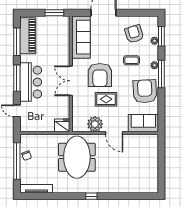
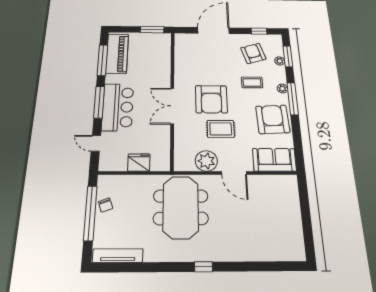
window: (140, 13) -> (259, 31), added
sofa: (81, 37) -> (186, 56), removed
fridge: (62, 125) -> (139, 162), moved

